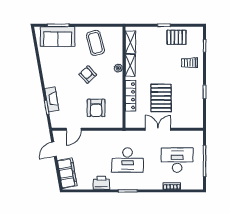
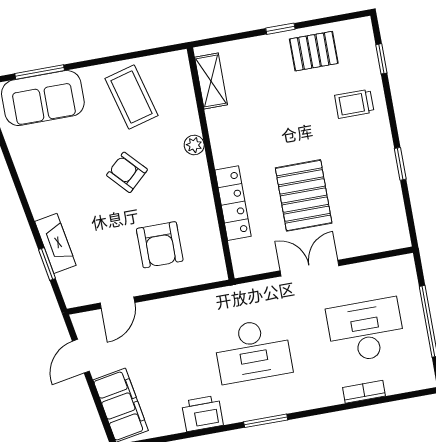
shelving: (130, 65) -> (220, 134), removed

